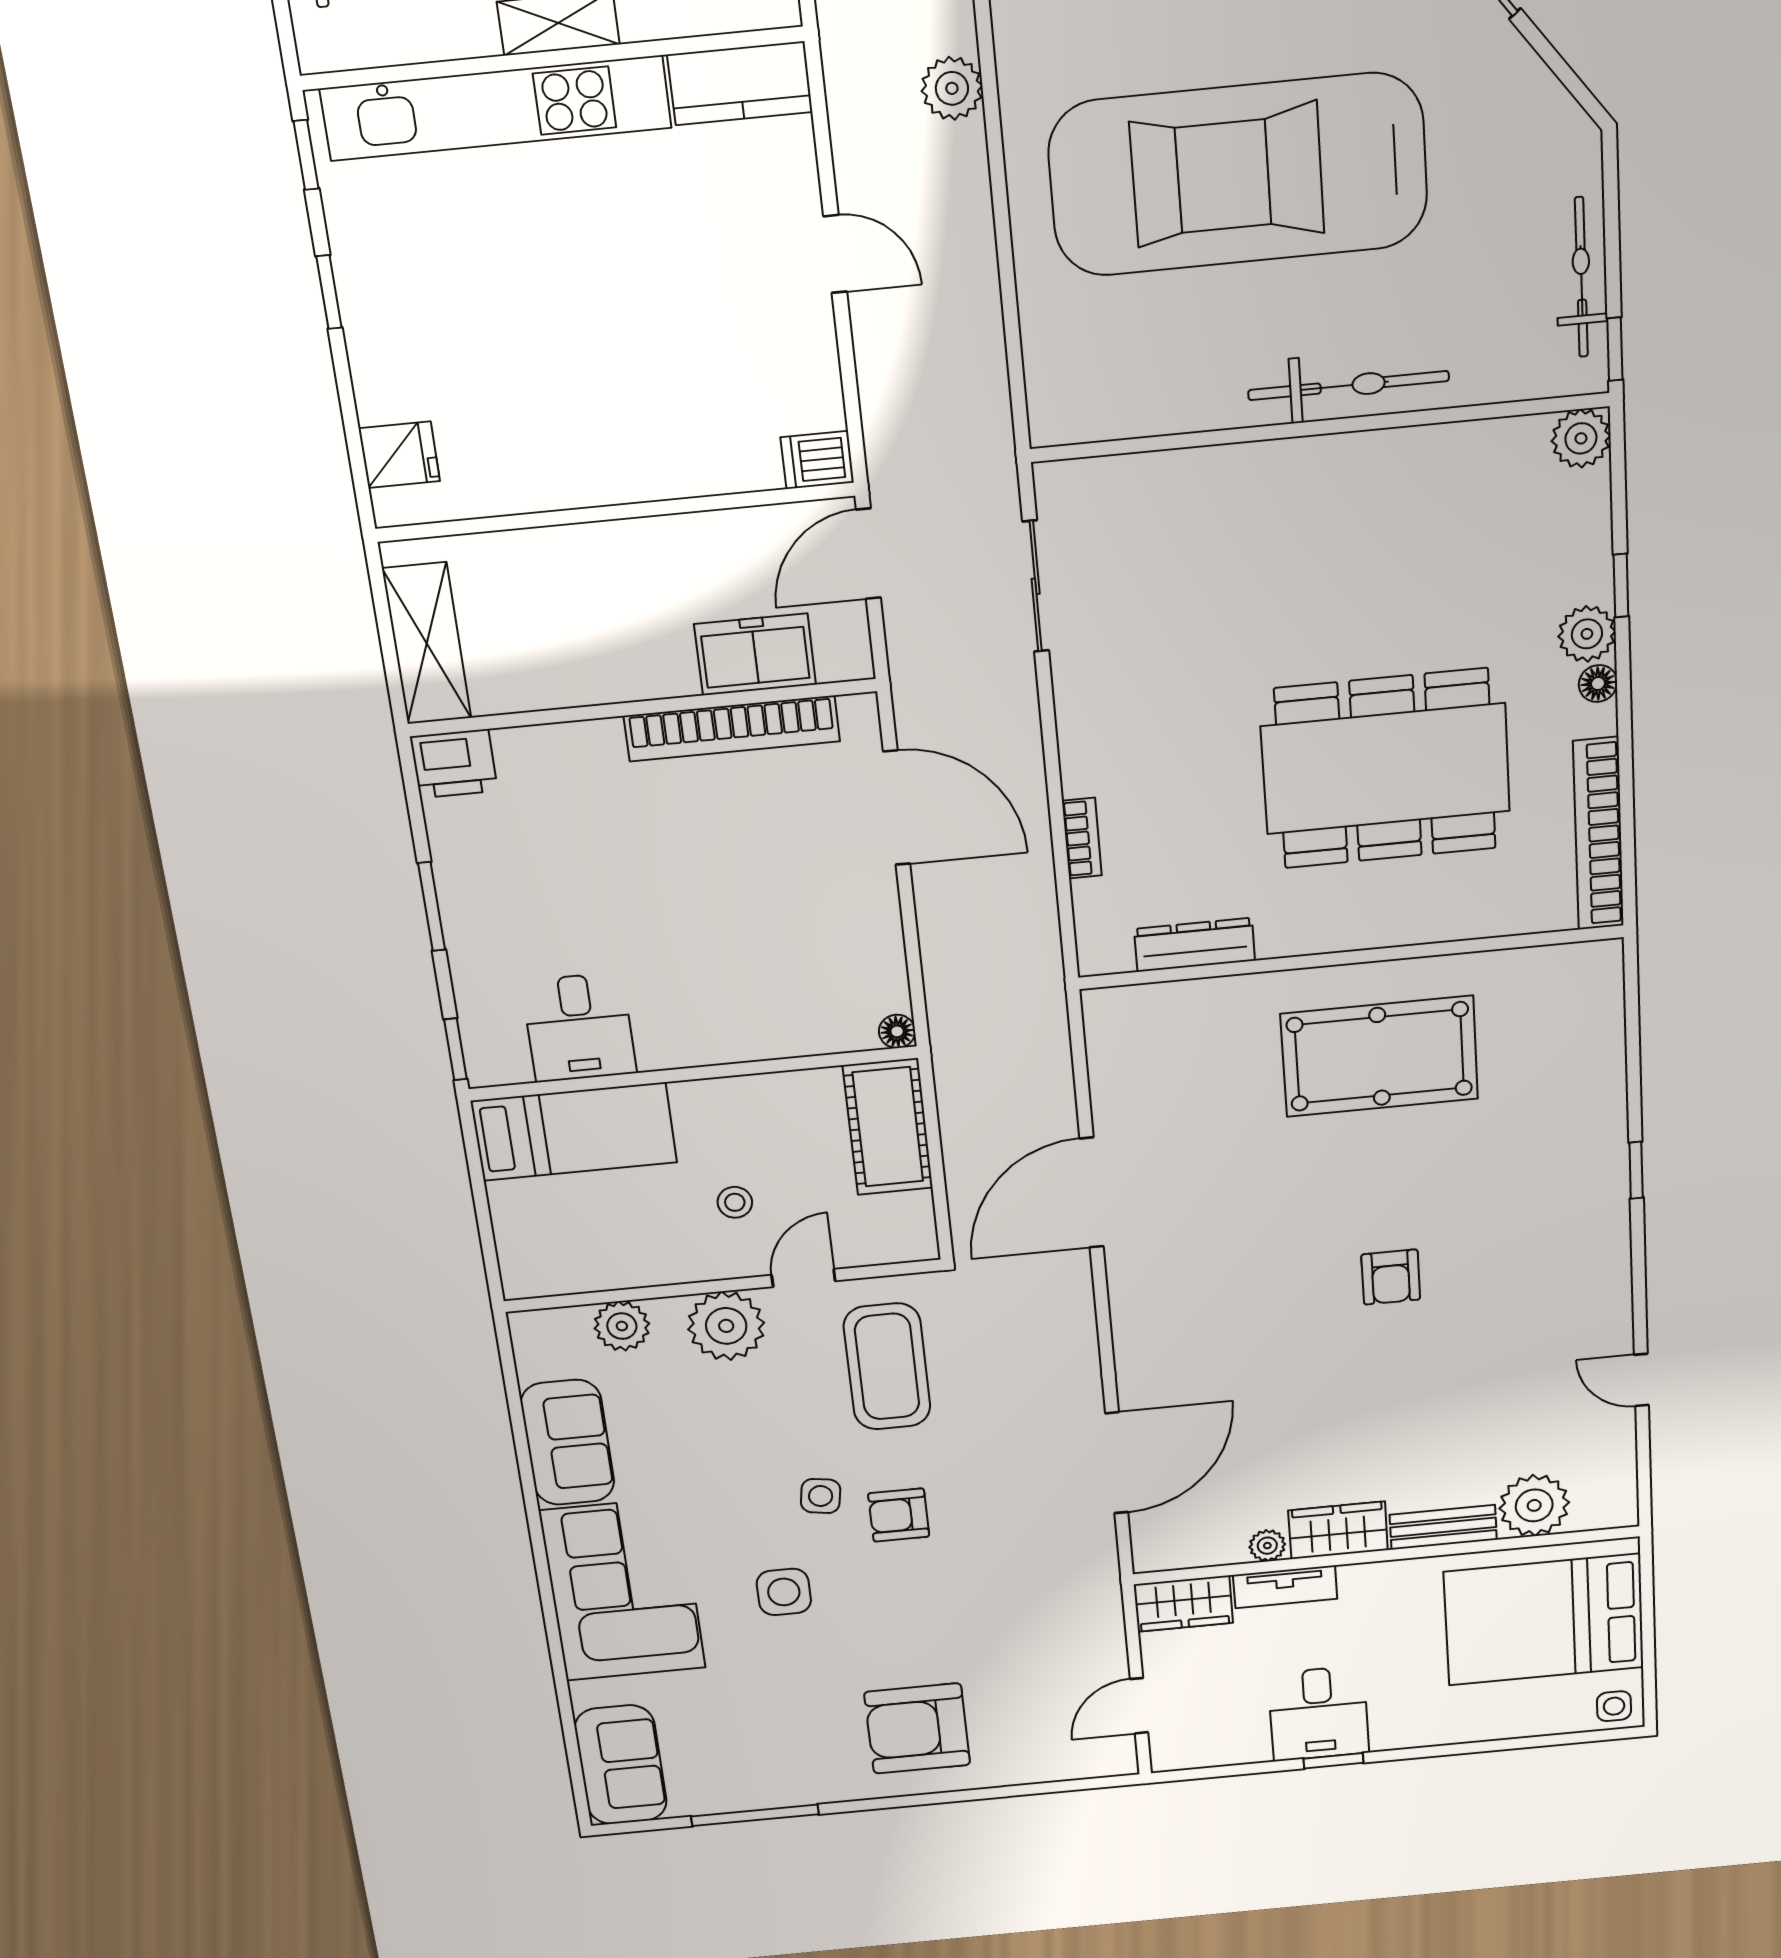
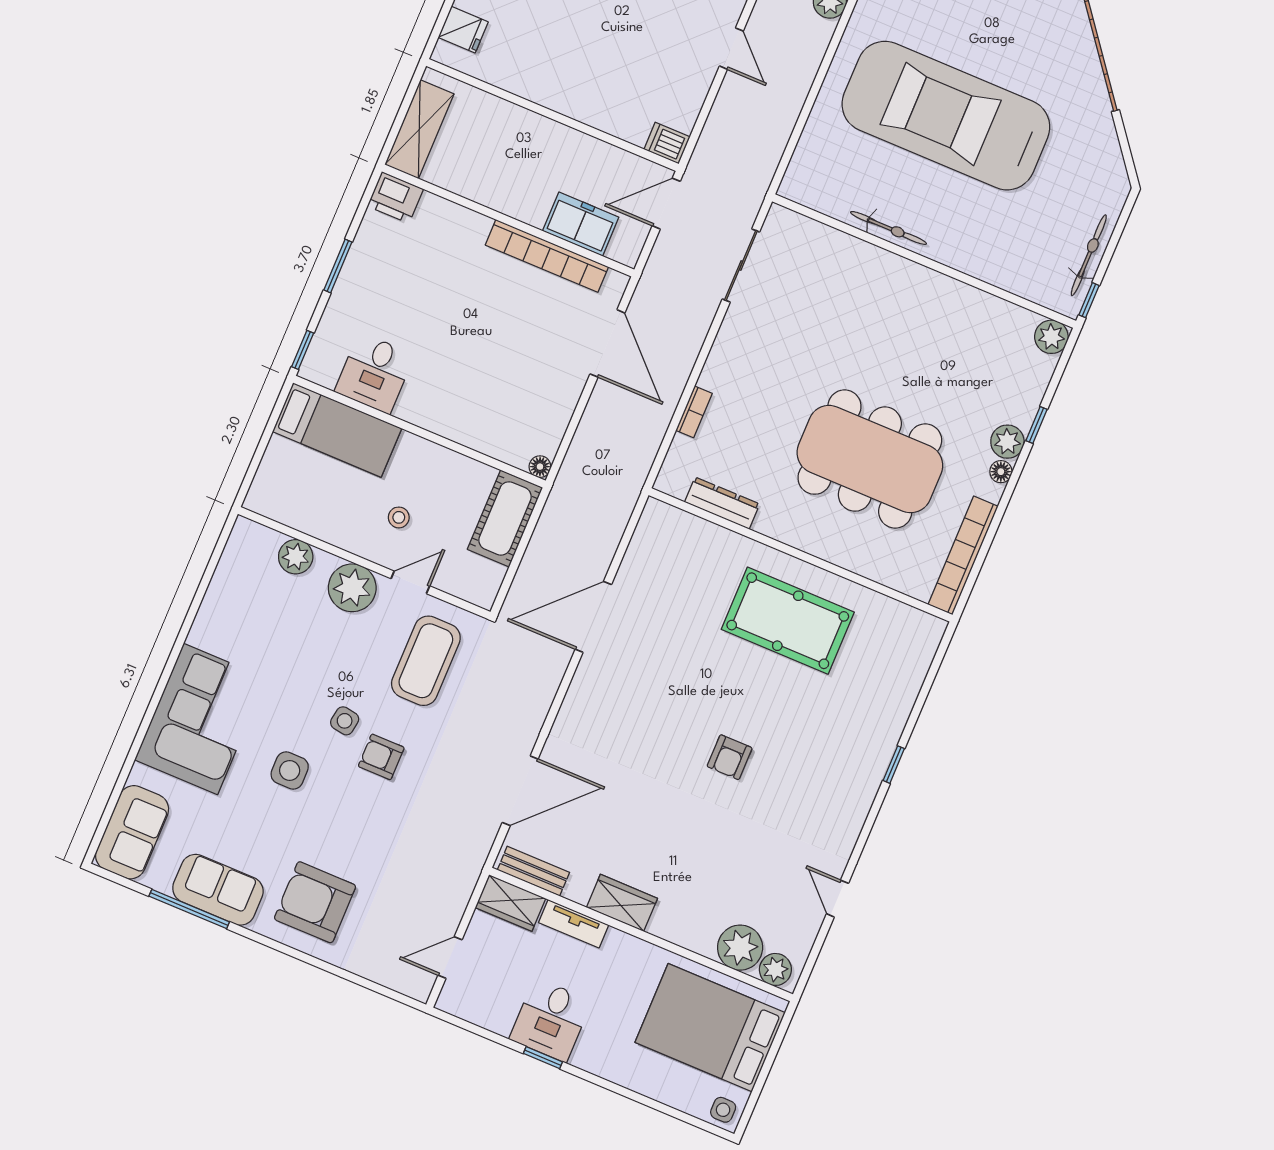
bicycle: (1349, 386) -> (889, 228), moved, width x0.73, depth x0.71
sofa: (568, 1443) -> (218, 890), moved, turned -90
bench: (1443, 1527) -> (533, 871), moved
plant: (1267, 1546) -> (775, 969), moved, width x1.38, depth x1.38

